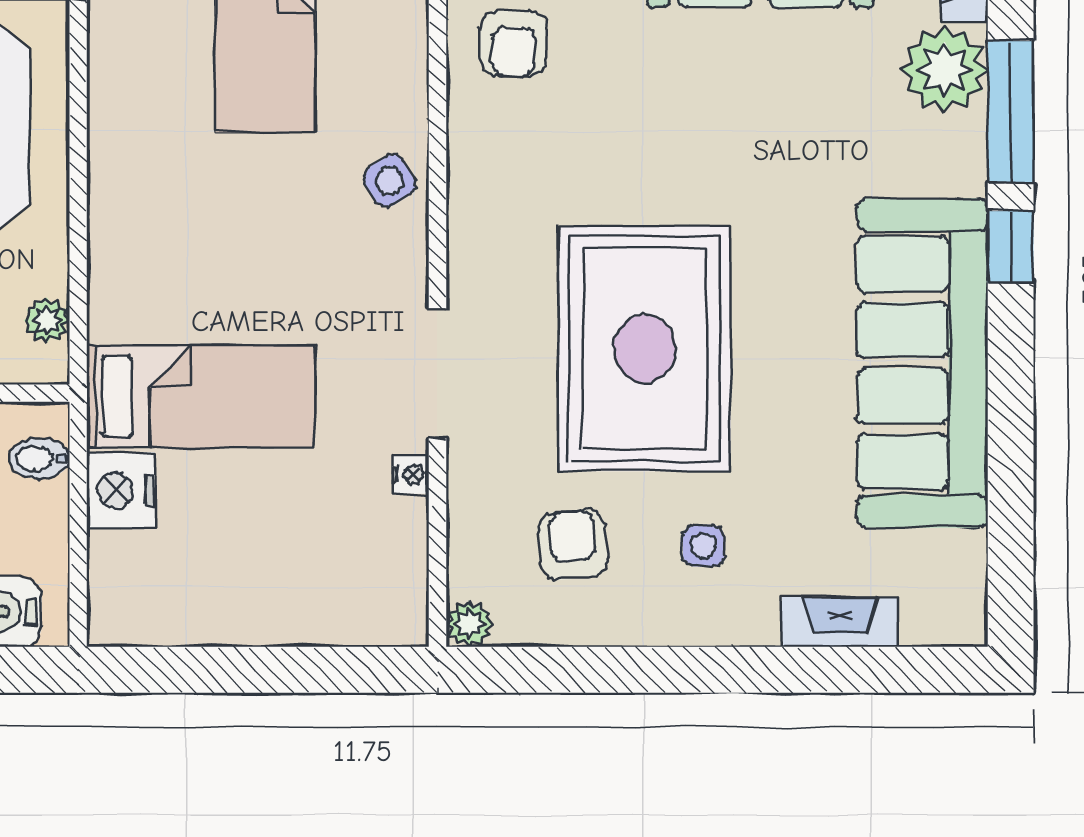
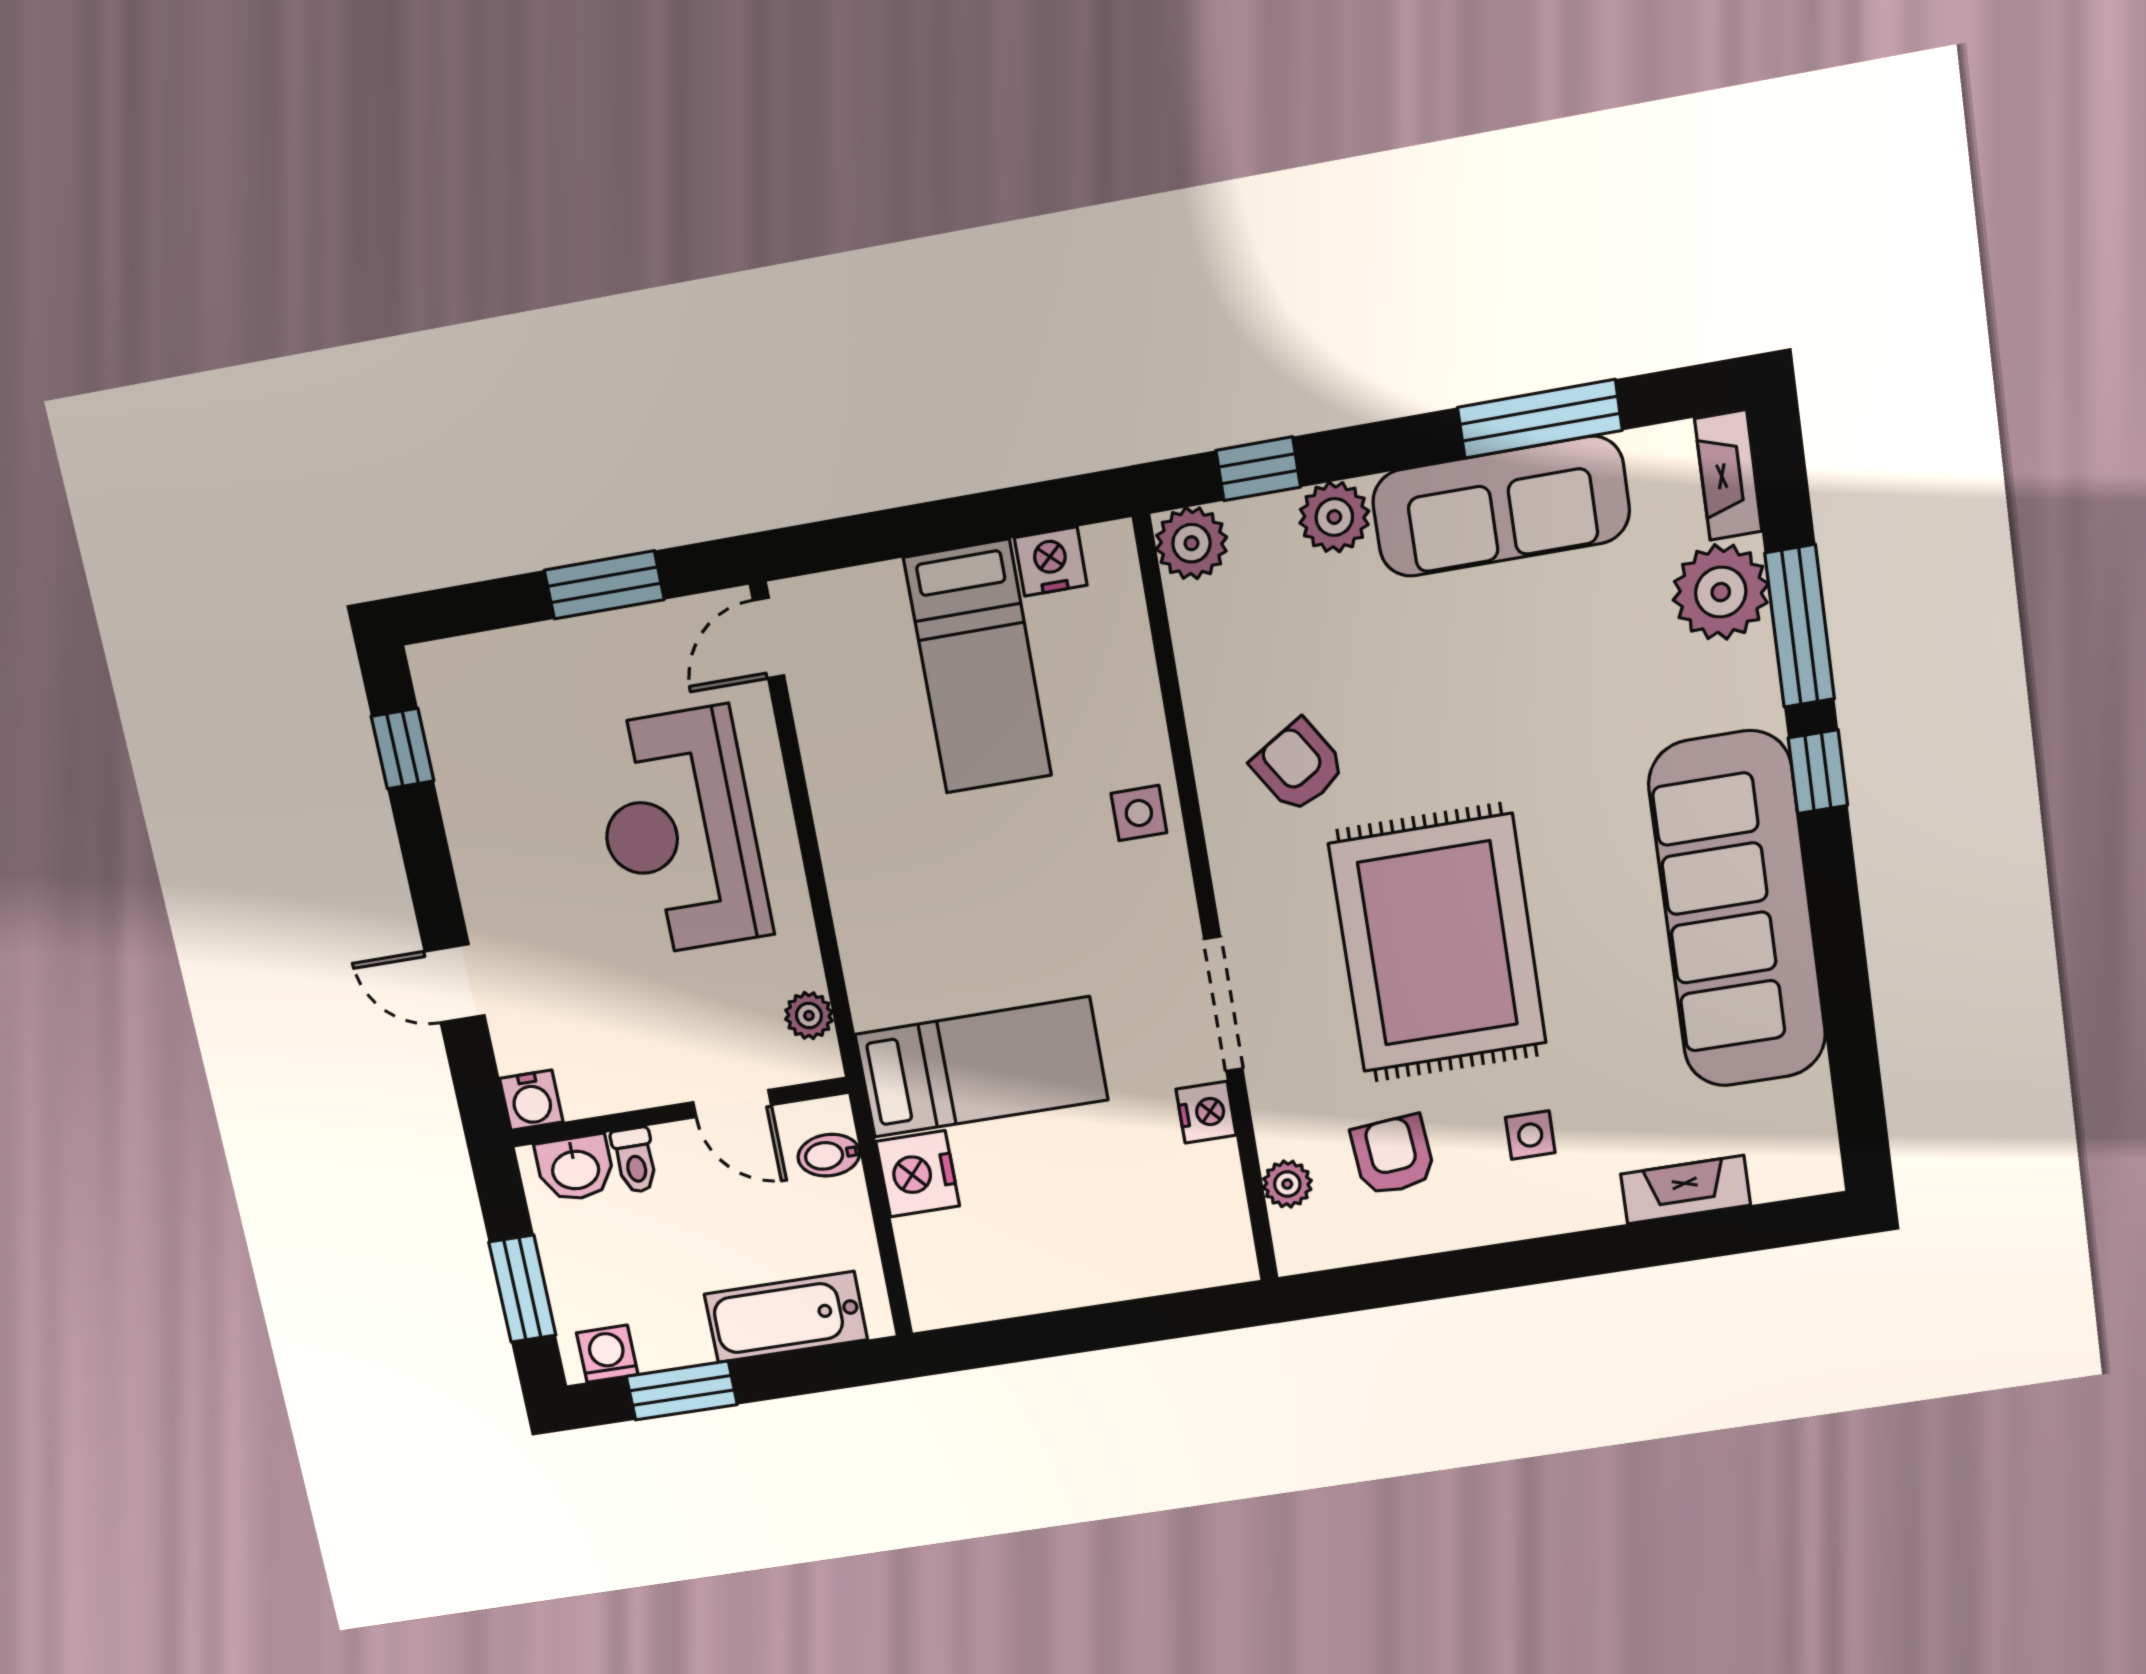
armchair: (513, 43) -> (1298, 766), moved, turned 148
side table: (389, 181) -> (1139, 813), turned 32
nightstand: (411, 474) -> (1206, 1112), width x1.39, depth x1.35
plant: (469, 624) -> (1287, 1184), moved

